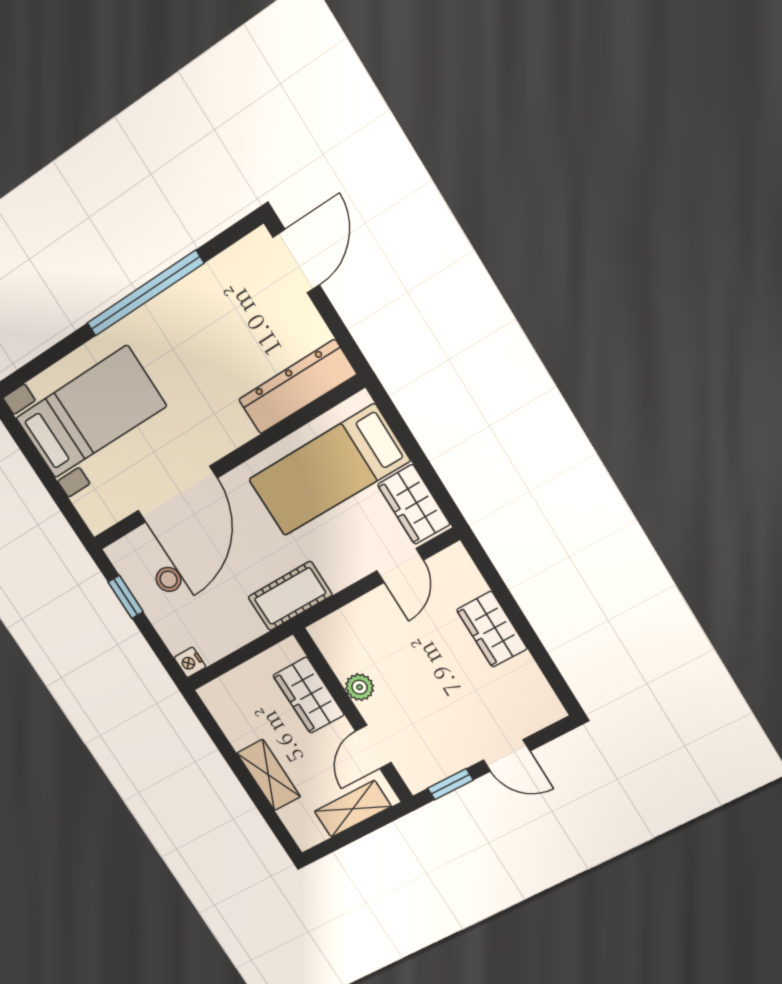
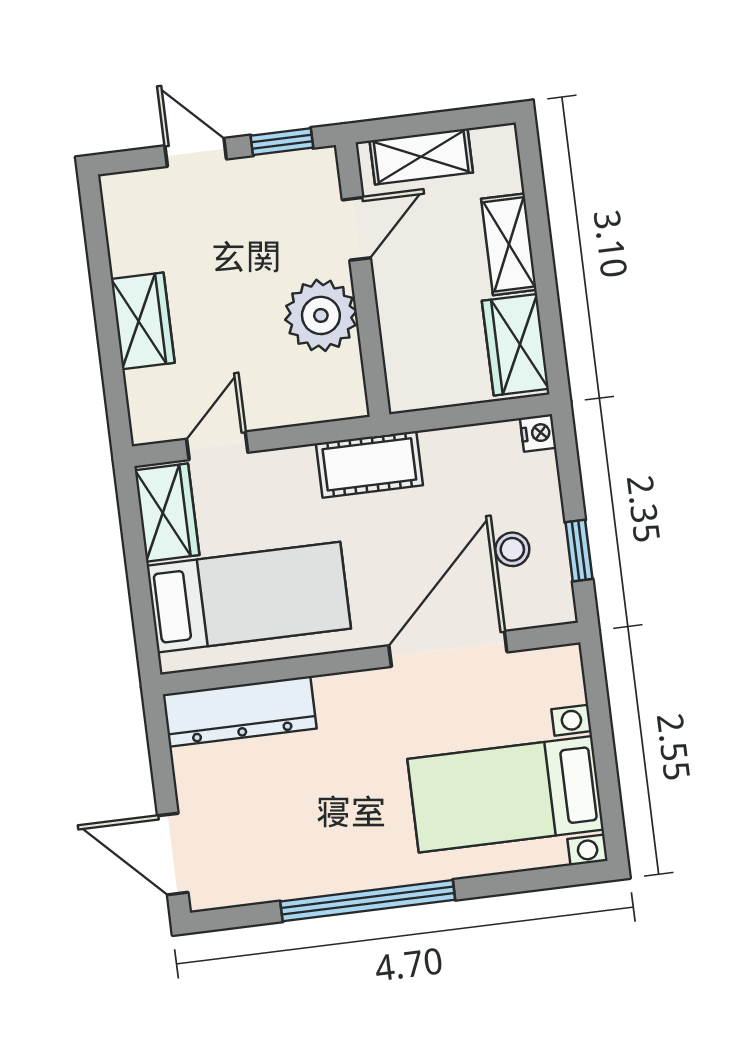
door: (296, 261) -> (173, 854), hinge flipped
plant: (360, 687) -> (321, 315), width x1.88, depth x1.88
wardrobe: (309, 695) -> (515, 345), moved, turned 180

